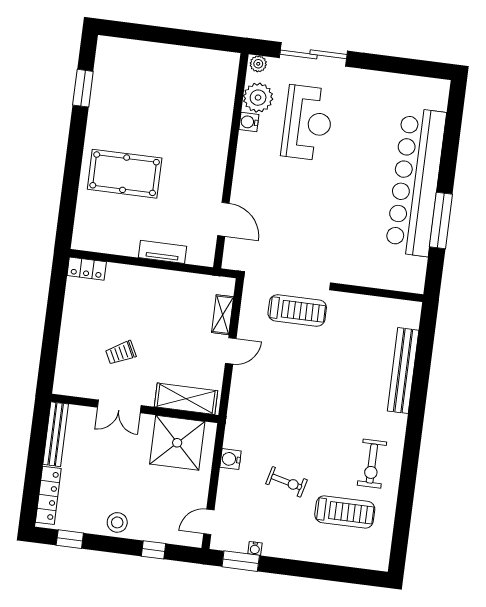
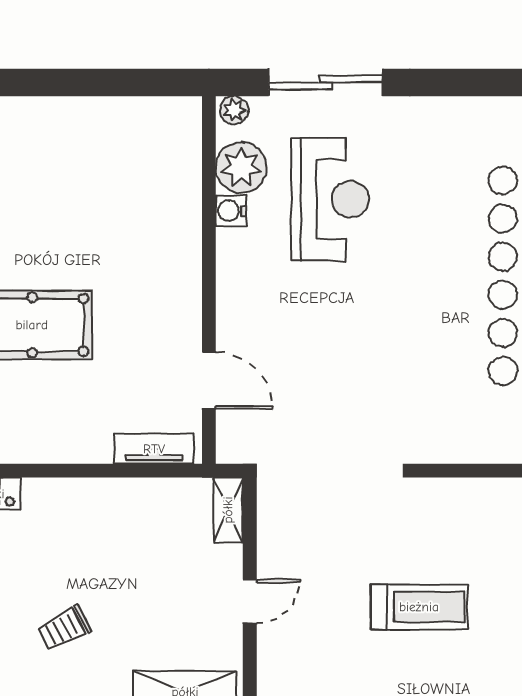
tv unit: (163, 252) -> (154, 449), moved
treadmill: (297, 310) -> (419, 607), moved
shelving: (223, 315) -> (228, 510), moved

